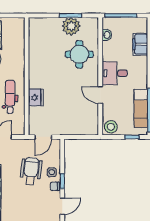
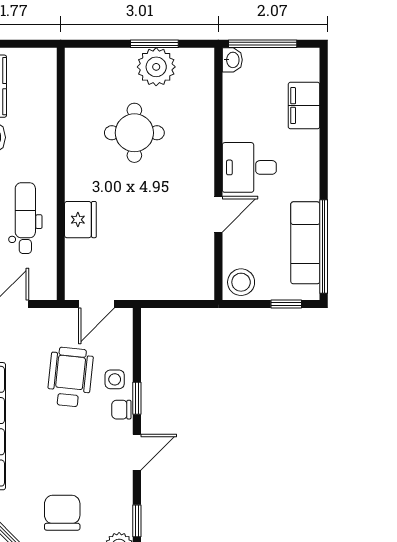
washbasin: (107, 35) -> (232, 60), moved
round table: (79, 54) -> (134, 133), moved
door: (100, 95) -> (218, 214), swing flipped

